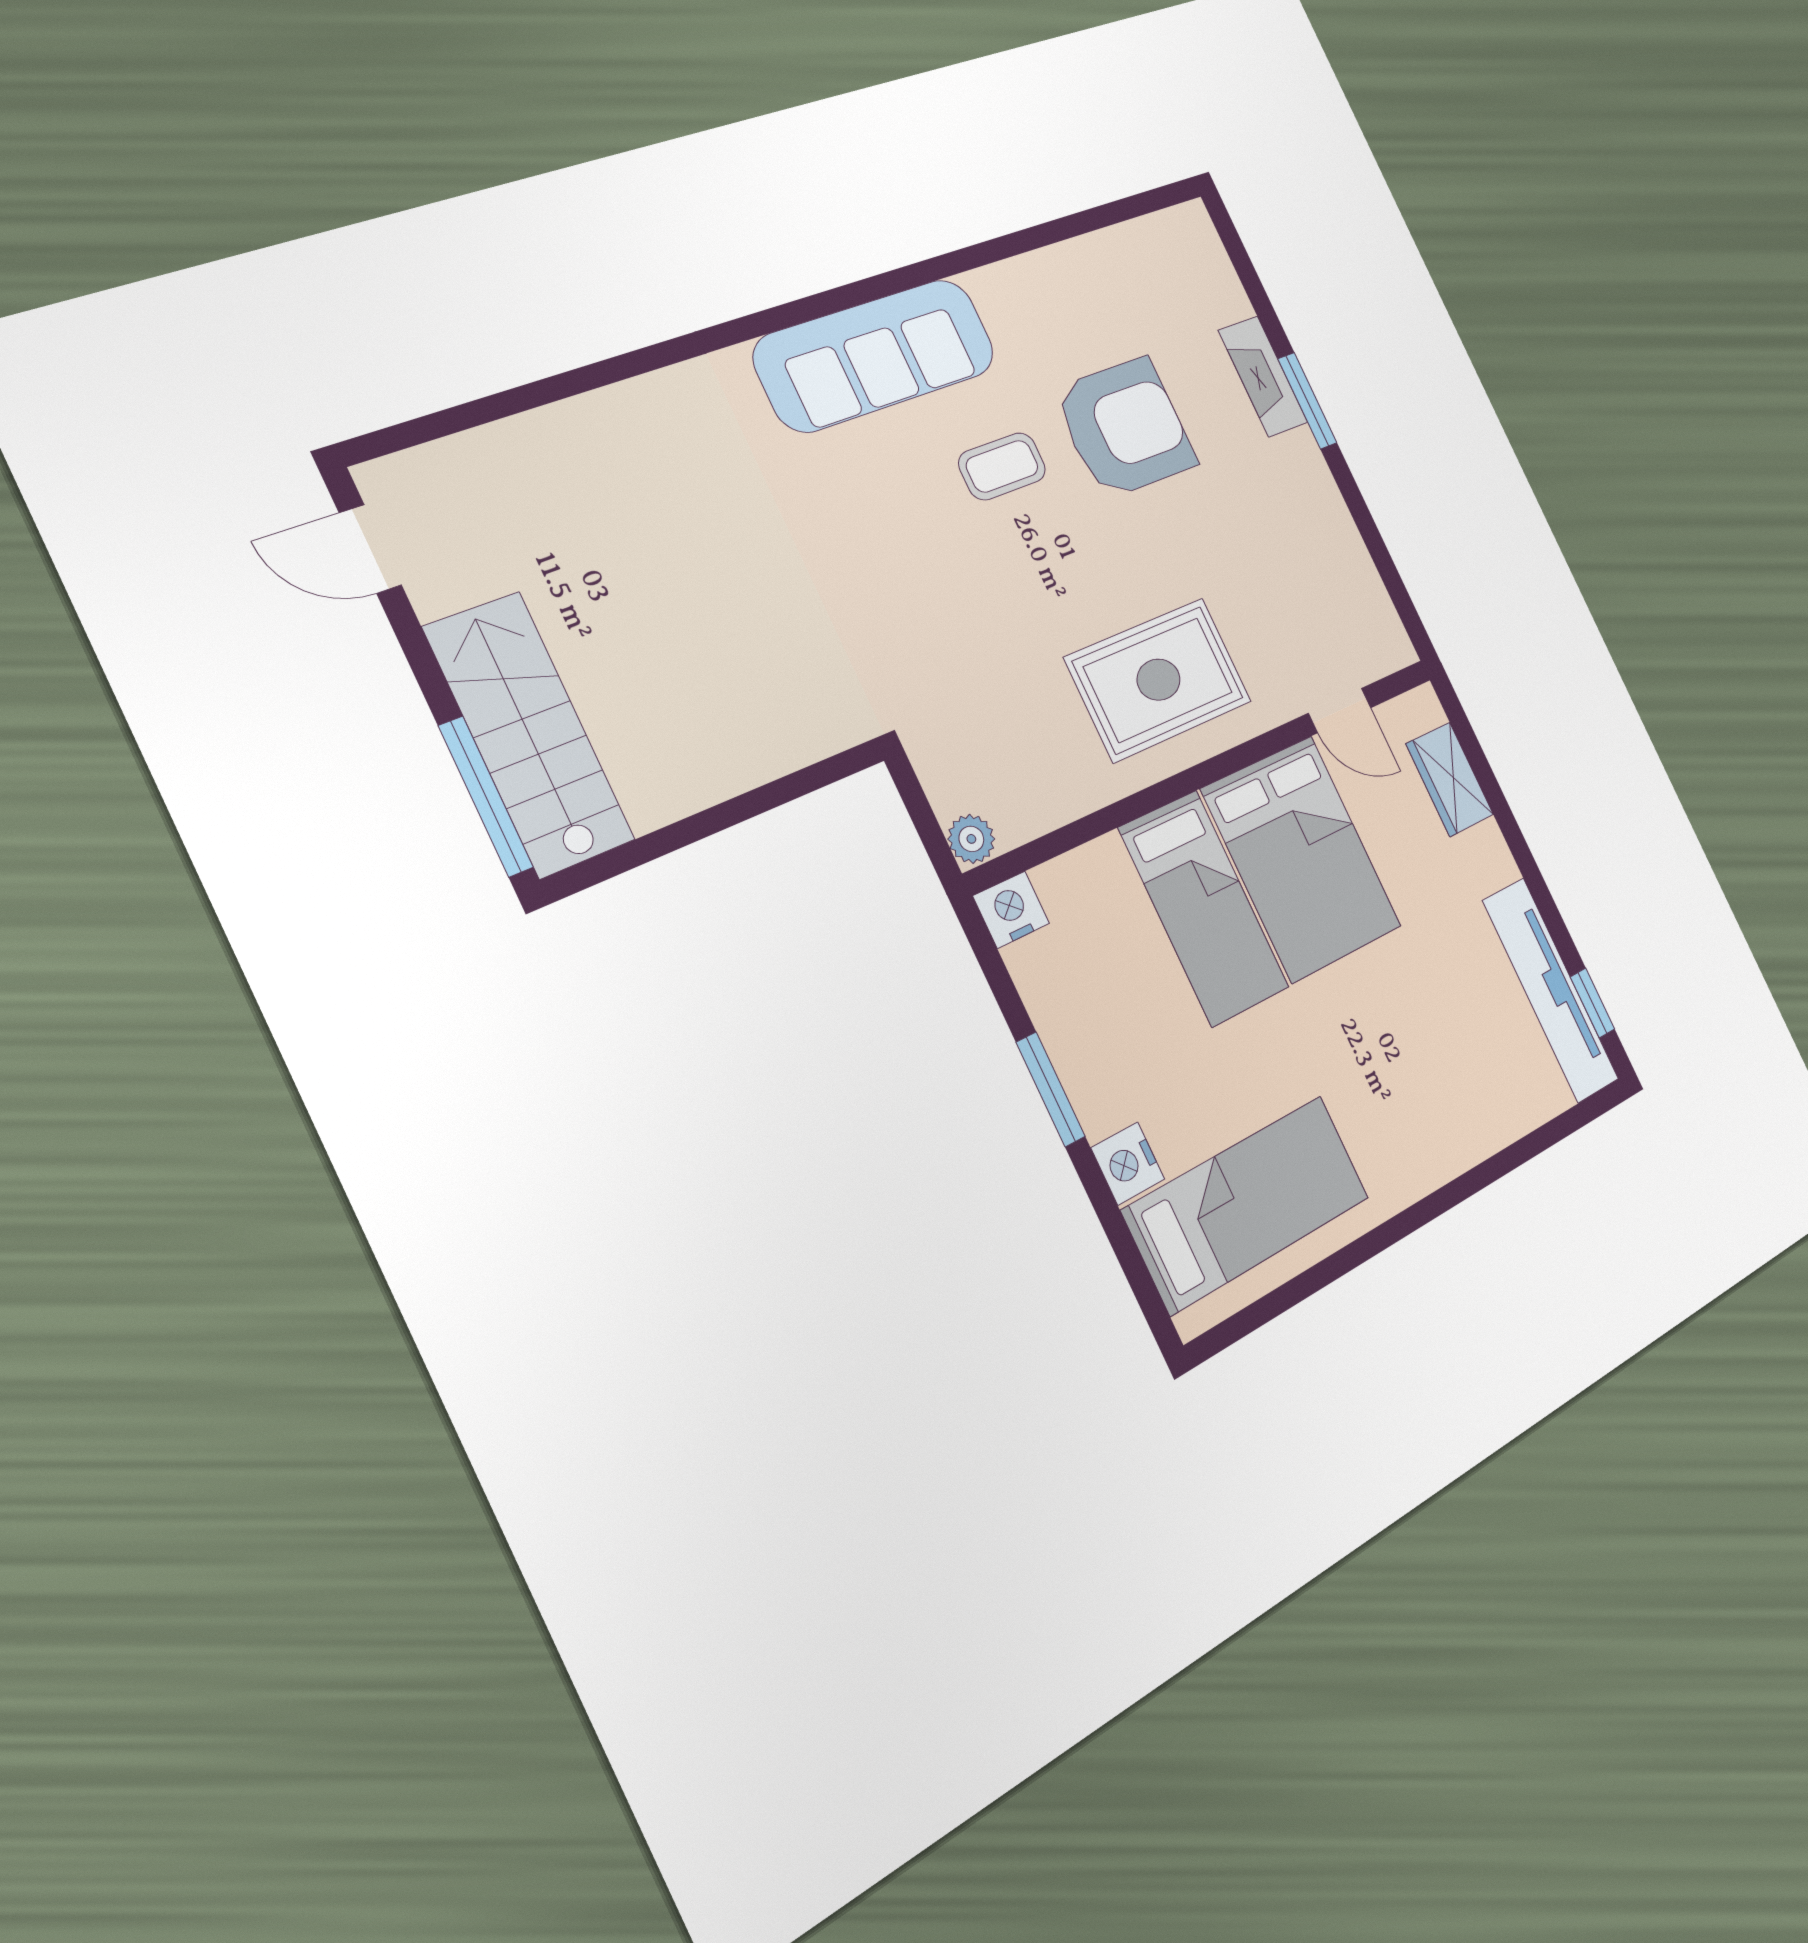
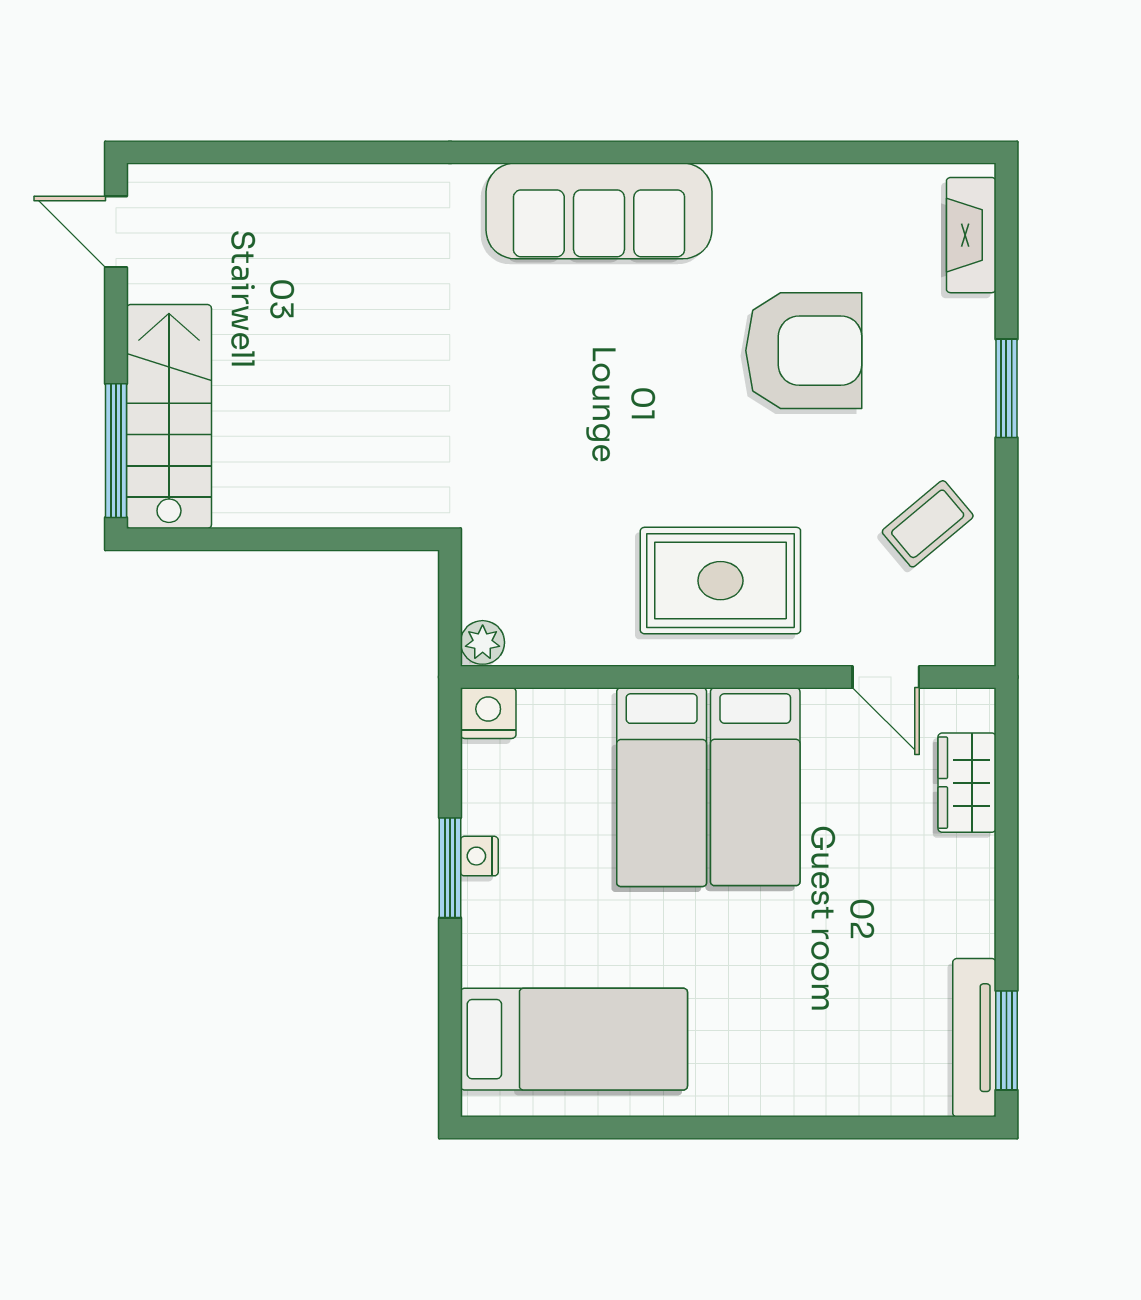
fireplace: (1263, 376) -> (971, 235), moved
coffee table: (1002, 466) -> (928, 524), moved, turned -40
bed: (1302, 858) -> (755, 787), width x0.67
tv unit: (1551, 990) -> (974, 1038), width x0.73, depth x0.78
window: (1592, 1003) -> (1006, 1040), width x1.50
nightstand: (1128, 1164) -> (479, 856), moved, width x0.72, depth x0.74

